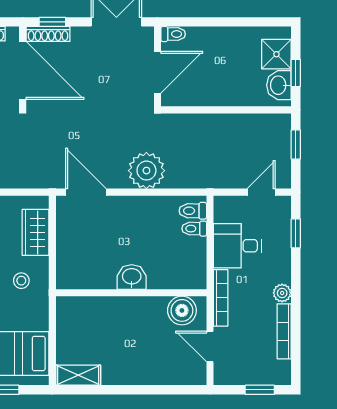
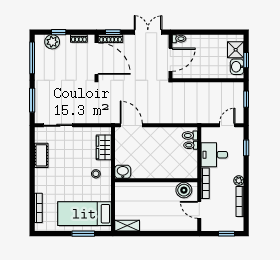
plant: (146, 171) -> (164, 113), removed
washbasin: (132, 277) -> (123, 172), moved

